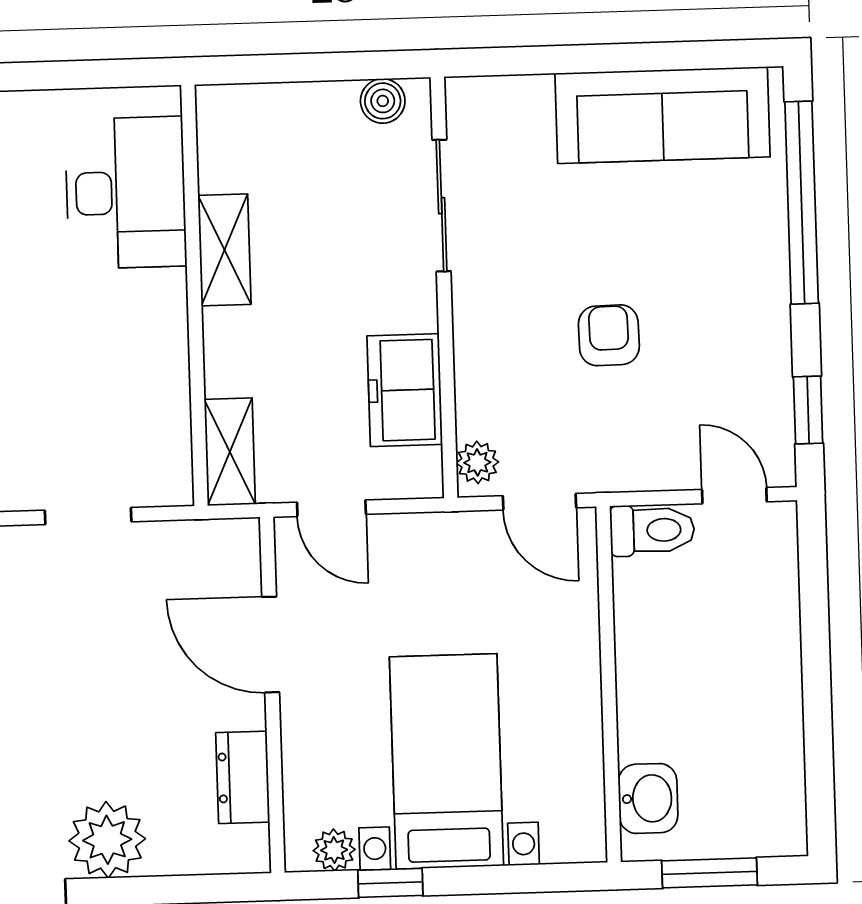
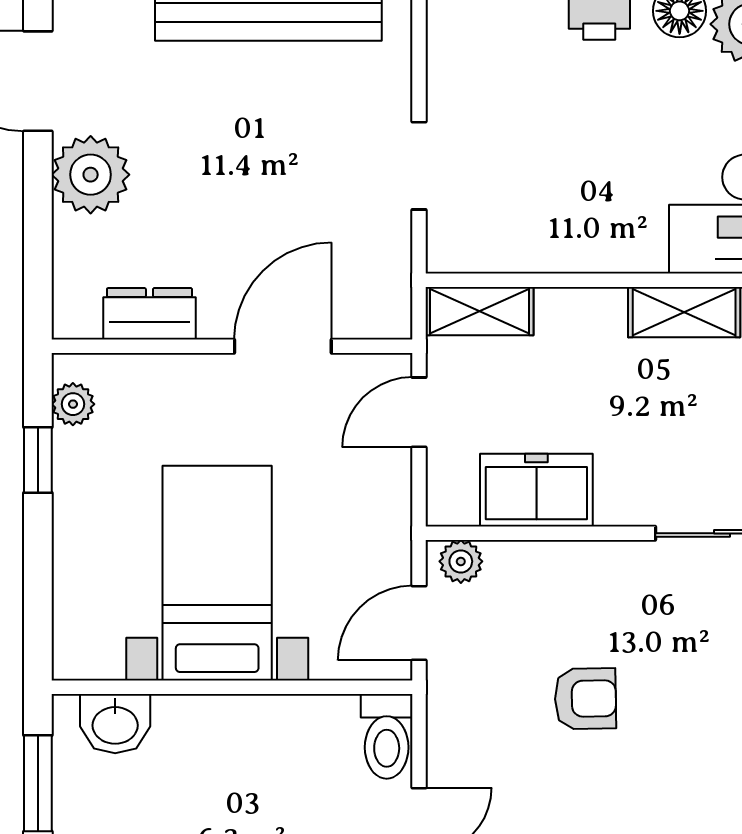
bed with nightstands: (447, 761) -> (217, 573), moved, turned -90

